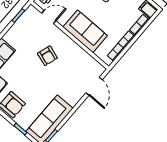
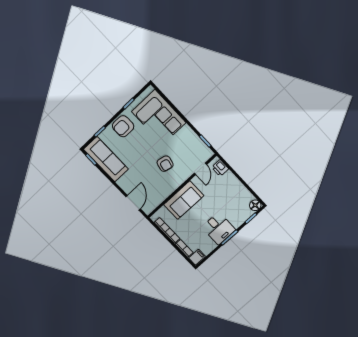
armchair: (47, 56) -> (165, 164), turned -95
door: (94, 86) -> (133, 203), swing flipped

